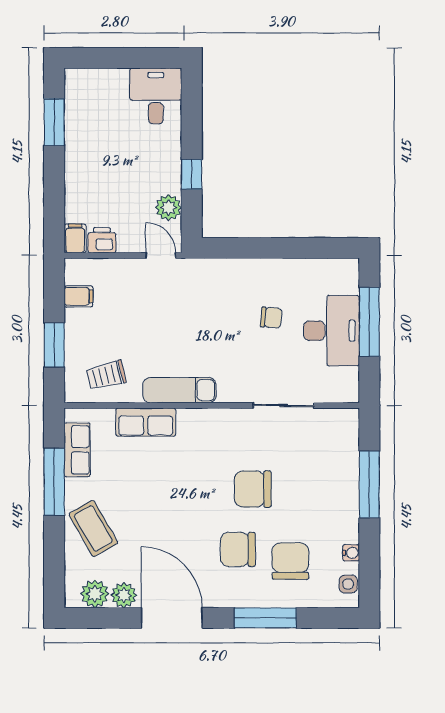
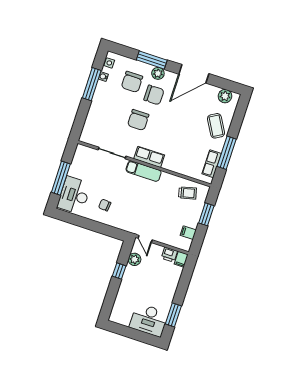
desk: (156, 96) -> (149, 320), moved, width x1.37
chair: (271, 318) -> (105, 205), moved
desk: (331, 331) -> (74, 195), moved
exam couch: (179, 390) -> (144, 171), moved
row of seats: (146, 422) -> (149, 157), moved
window: (369, 484) -> (92, 84), moved
chair: (253, 489) -> (138, 120), turned 90
plant: (124, 595) -> (158, 73), moved
door: (172, 618) -> (194, 74), hinge flipped

